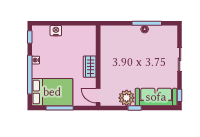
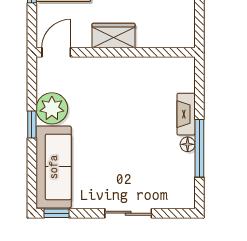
fireplace: (129, 30) -> (186, 114), added

